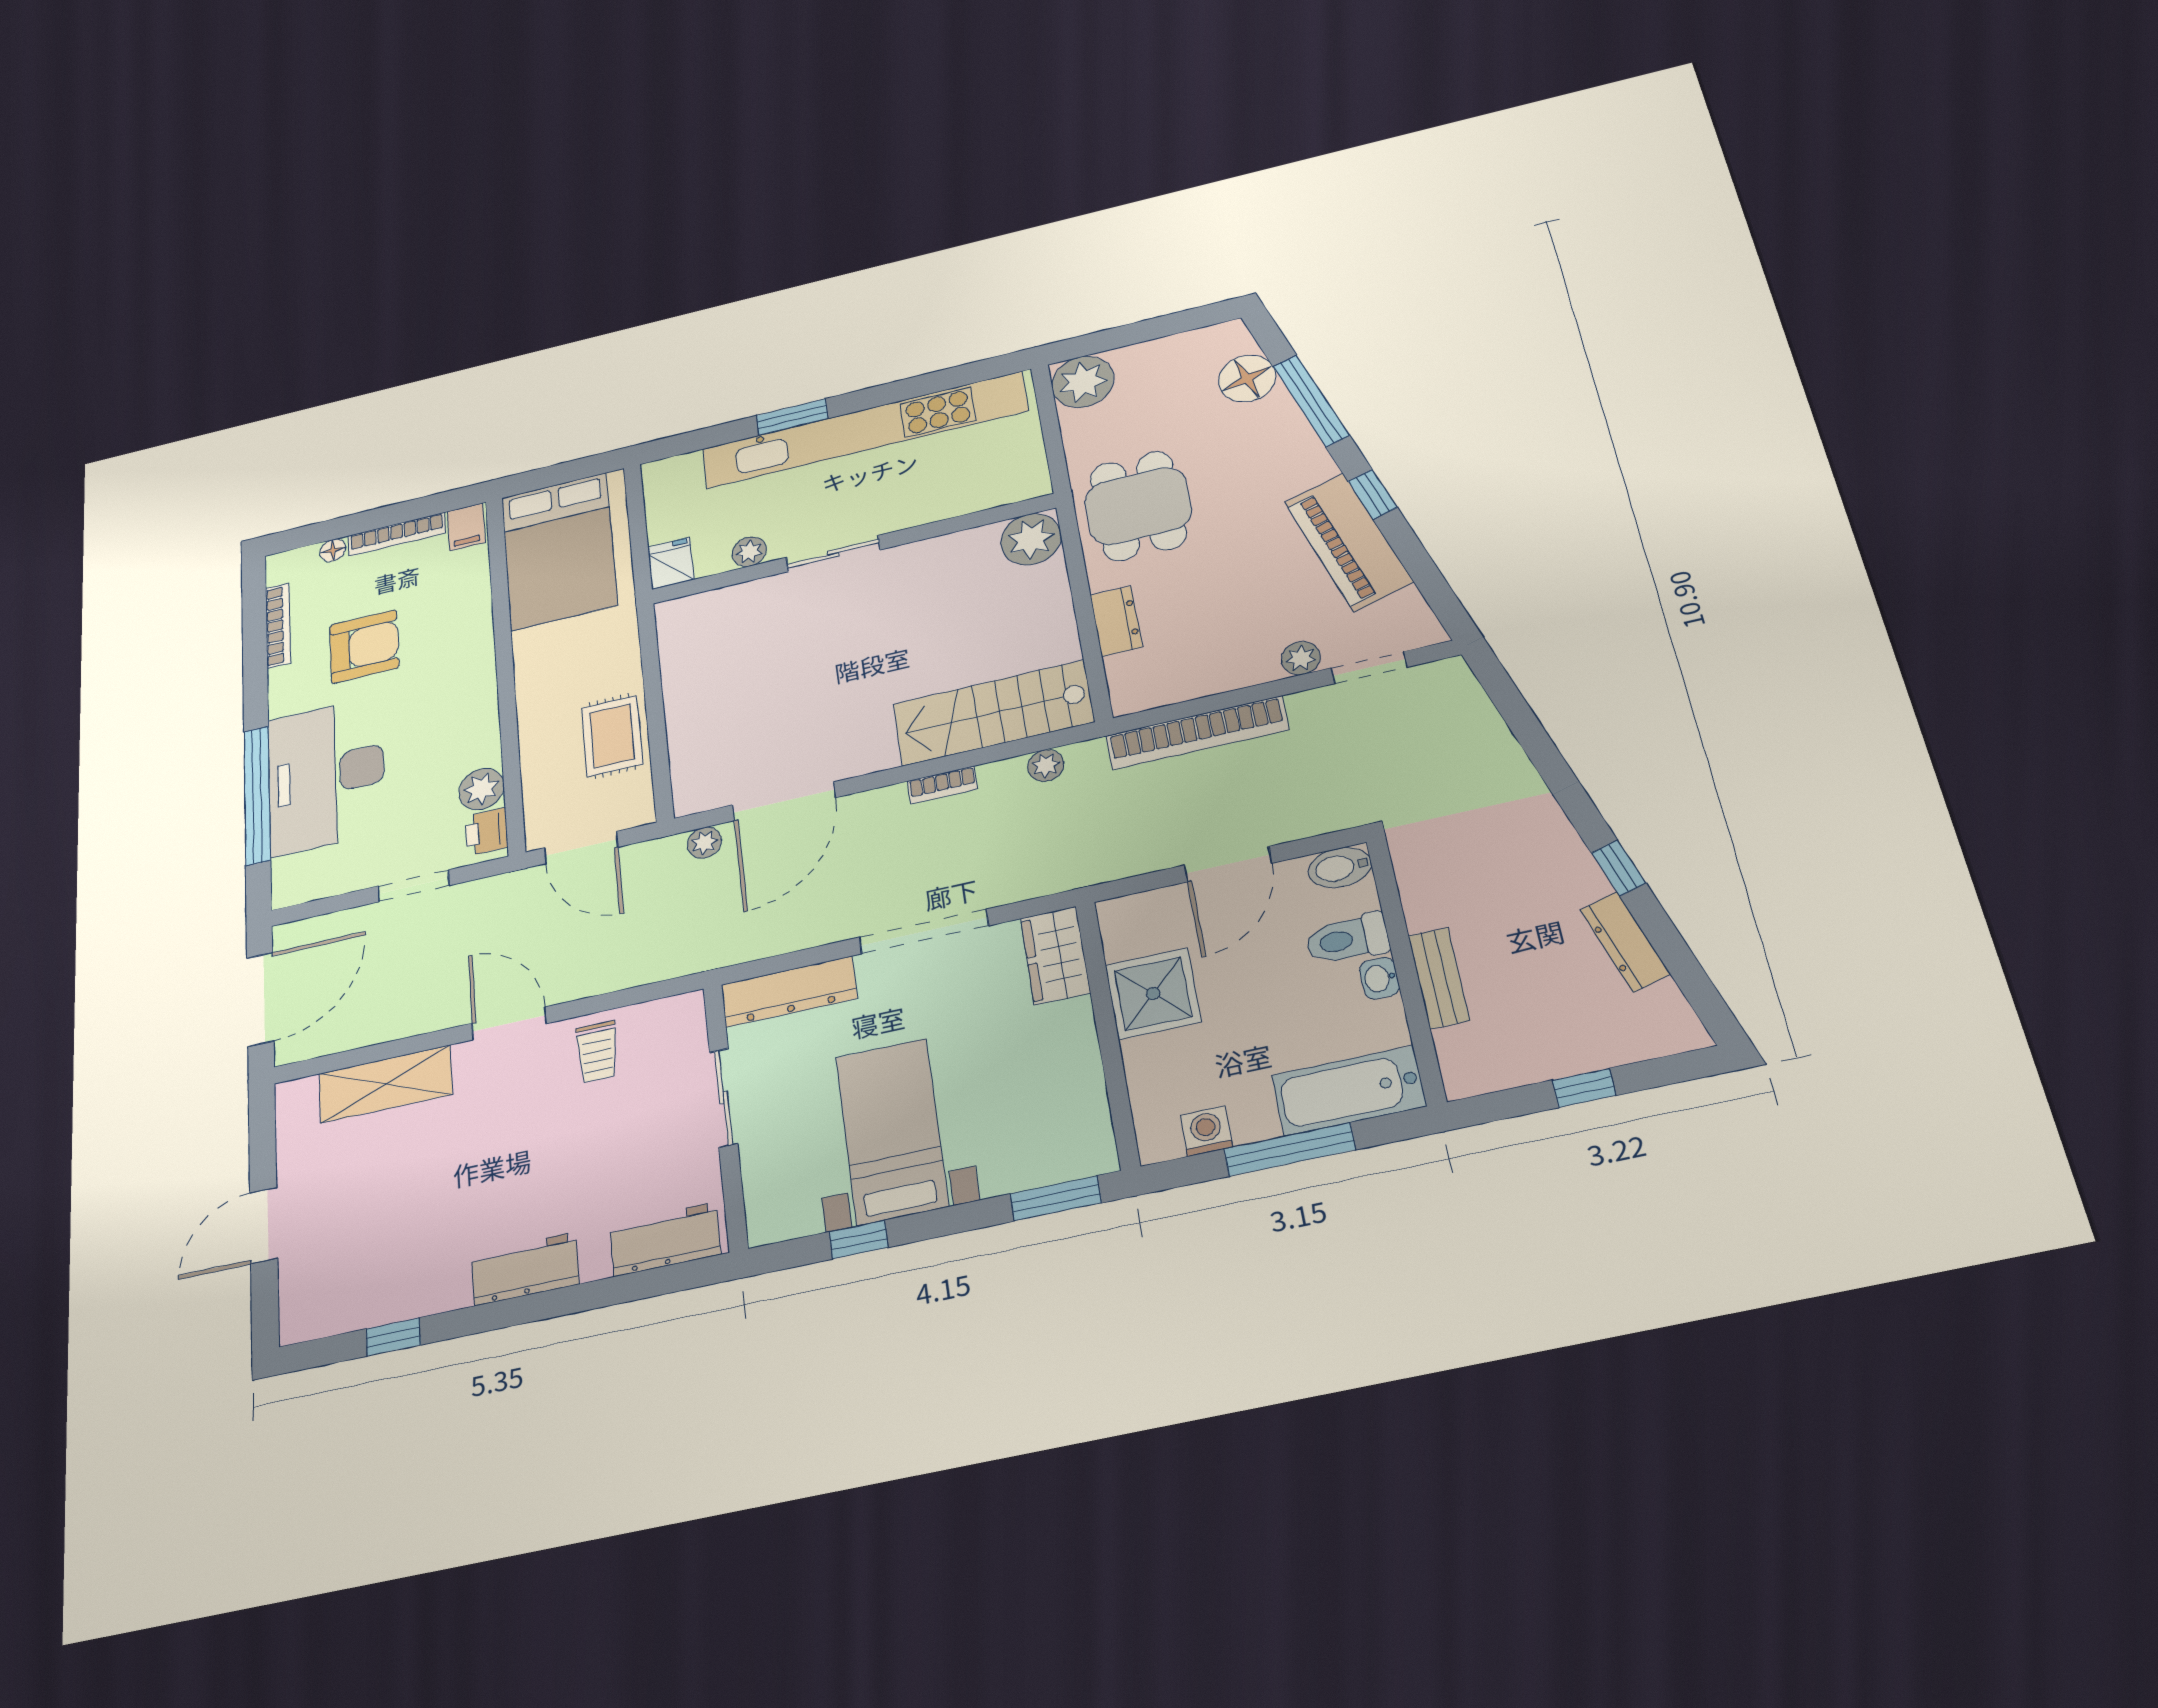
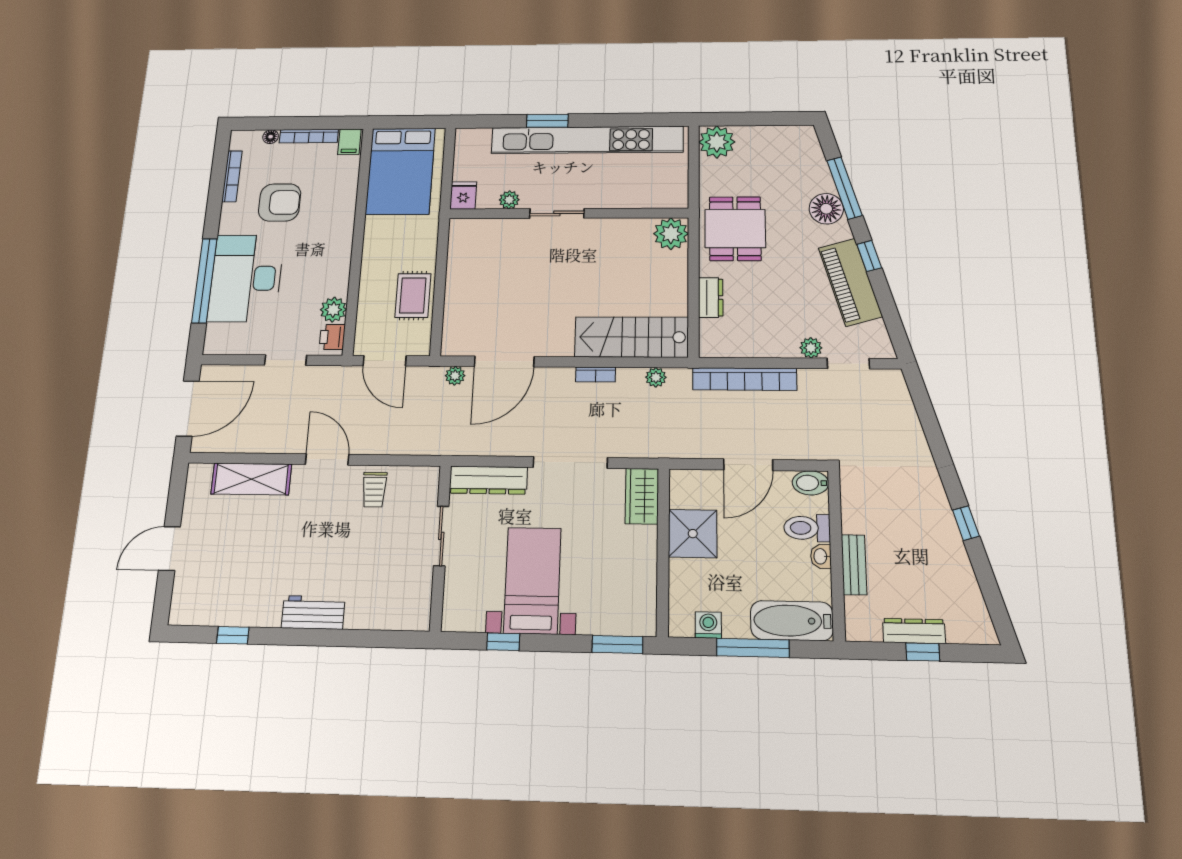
floor lamp: (1247, 379) -> (826, 209), moved
dresser: (1625, 942) -> (914, 631), moved, turned 106
workbench: (665, 1239) -> (395, 614), removed

